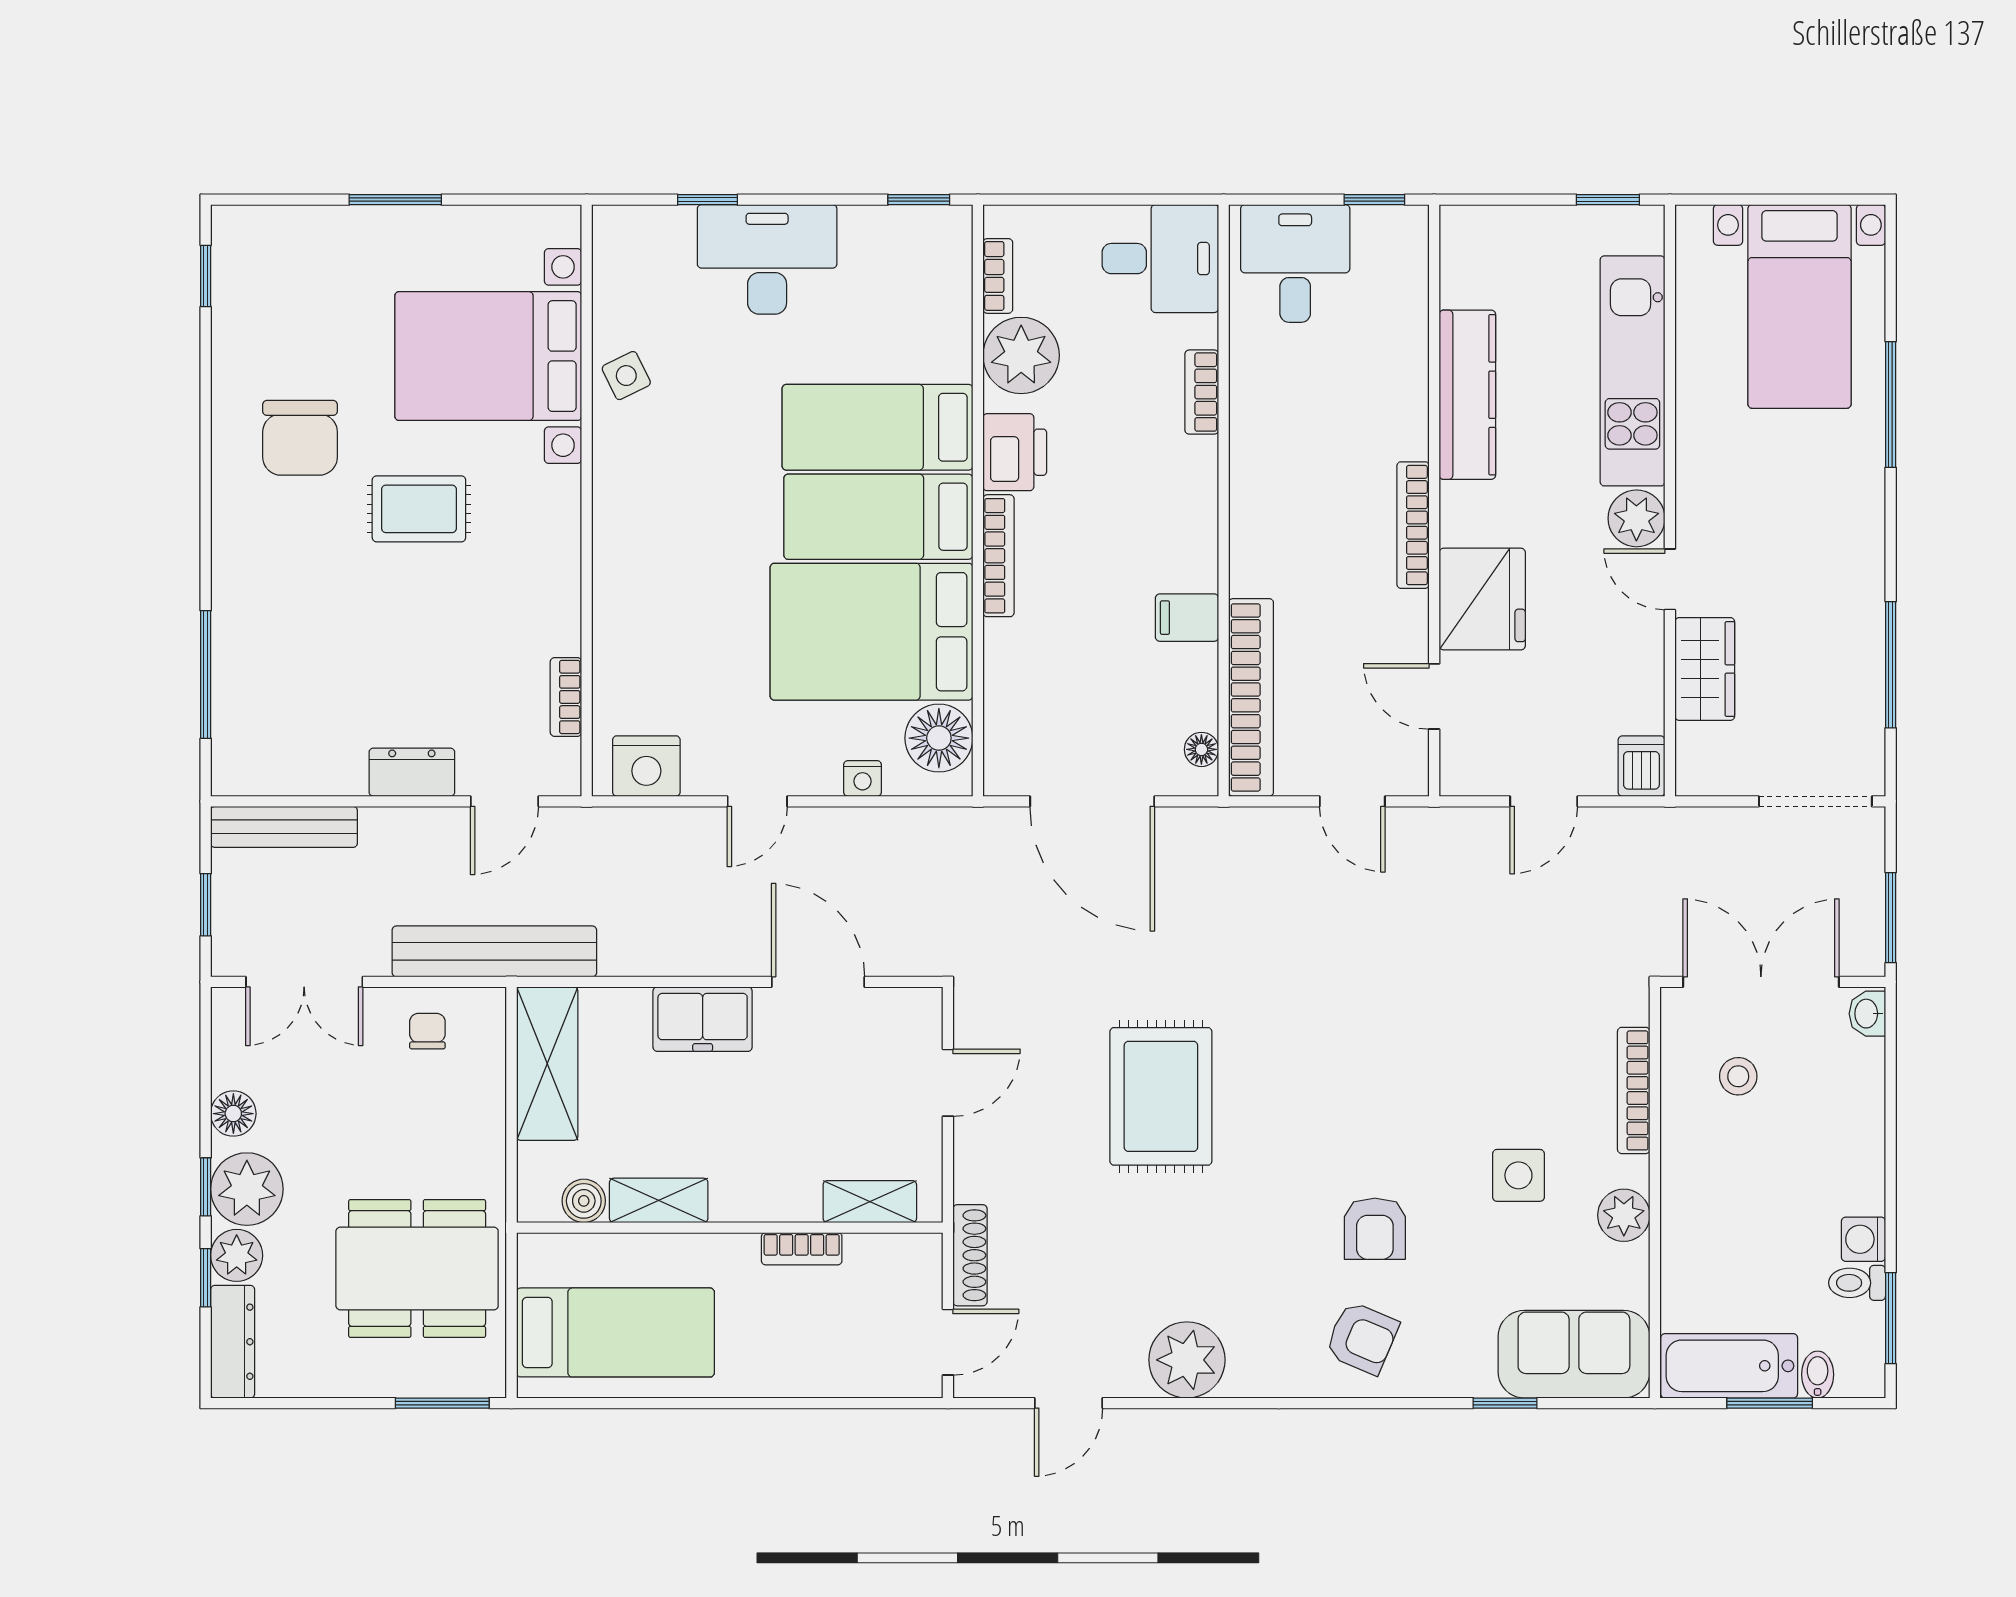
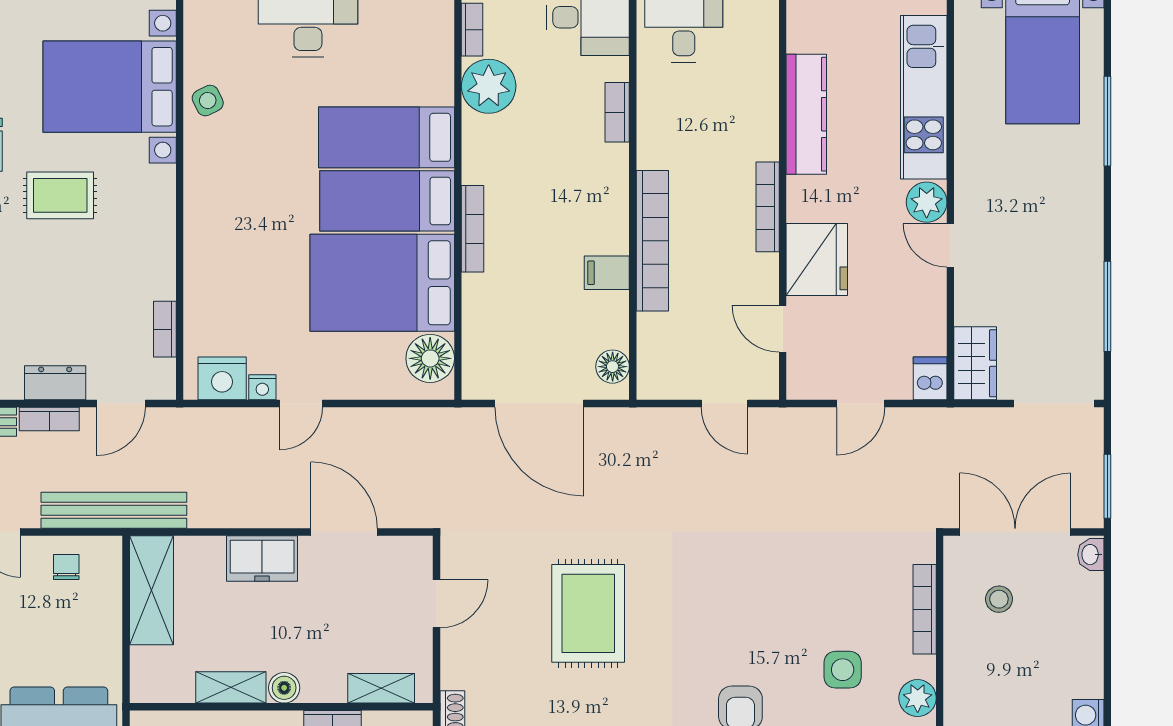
printer: (1015, 452) -> (484, 155), removed
wardrobe: (1705, 669) -> (975, 363), moved
bookcase: (1251, 697) -> (652, 241), moved
floor lamp: (1201, 749) -> (613, 367), width x1.37, depth x1.37
nightstand: (863, 778) -> (262, 387), moved
bookcase: (403, 823) -> (49, 419), added
boiler: (584, 1201) -> (284, 688), moved

